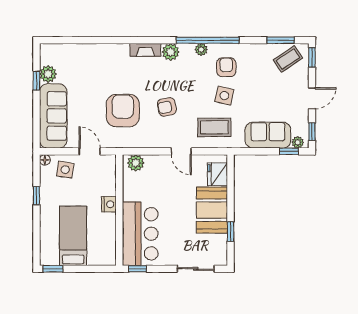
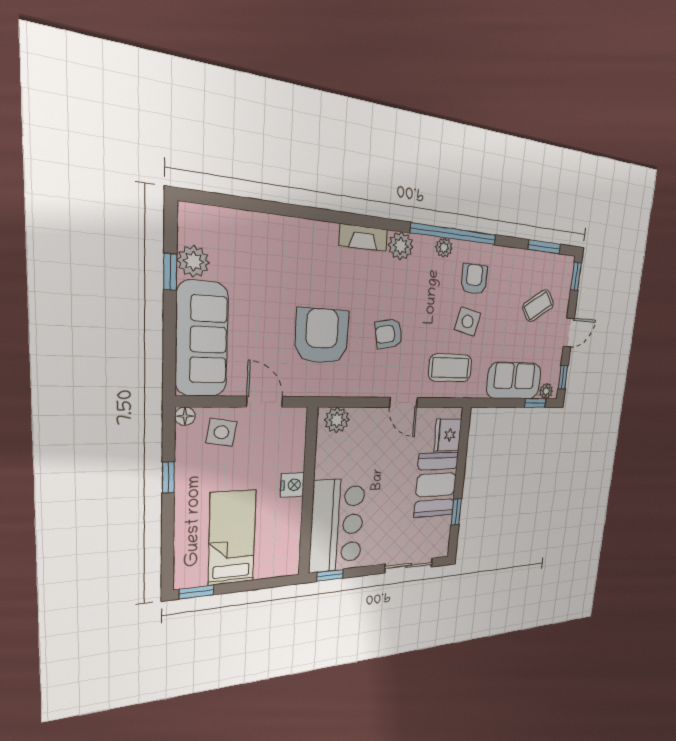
coffee table: (288, 59) -> (538, 306), moved

